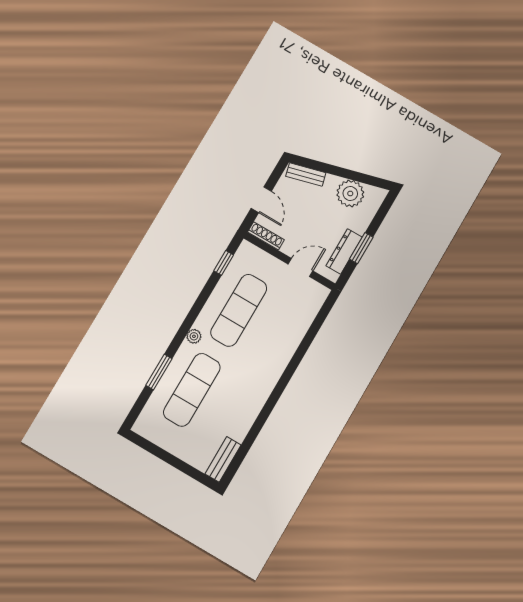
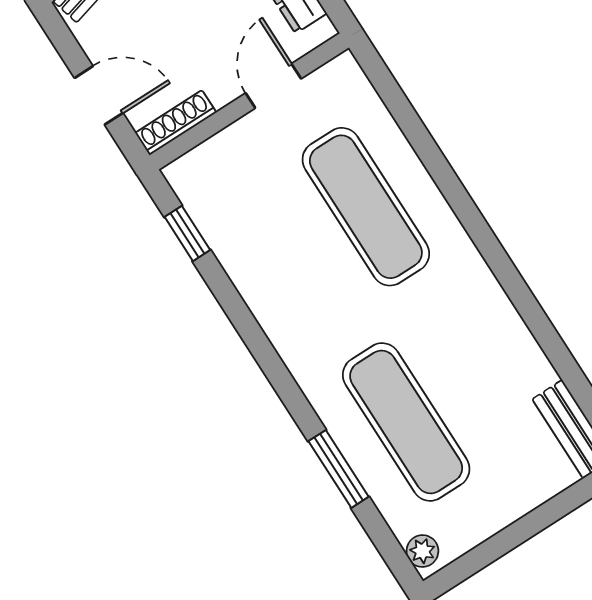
exercise mat: (239, 310) -> (366, 207), moved
plant: (194, 336) -> (422, 551), moved

